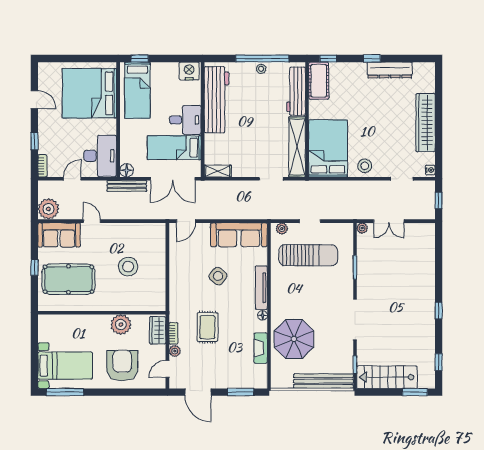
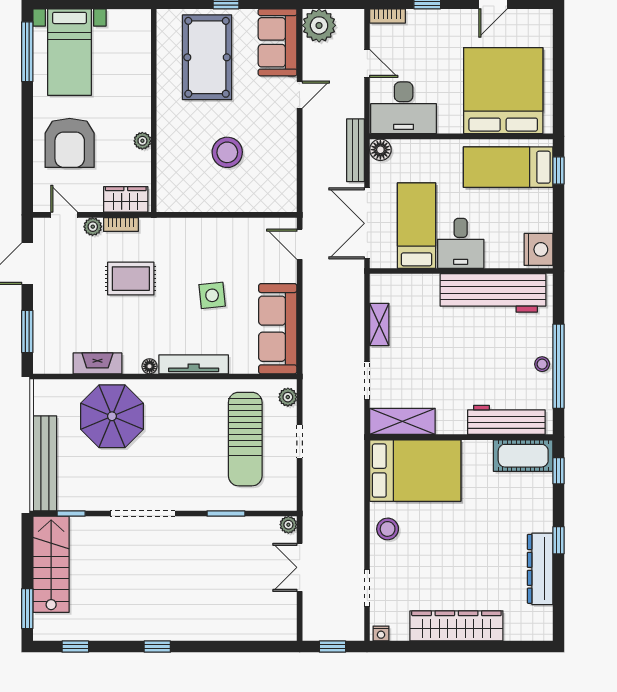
shelving: (297, 147) -> (402, 421), width x0.68
shelving: (218, 171) -> (379, 325), moved
side table: (218, 276) -> (212, 295), turned 45
plant: (121, 325) -> (142, 141), width x0.53, depth x0.53
armchair: (122, 366) -> (70, 143), turned 90

